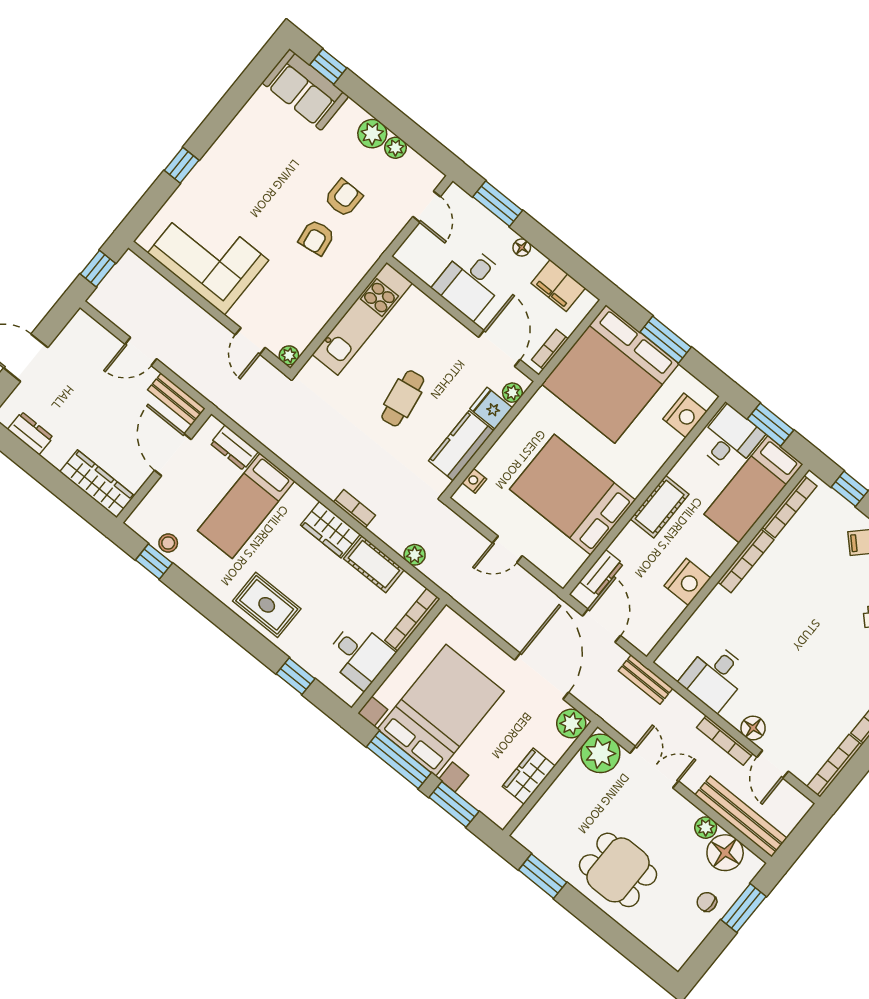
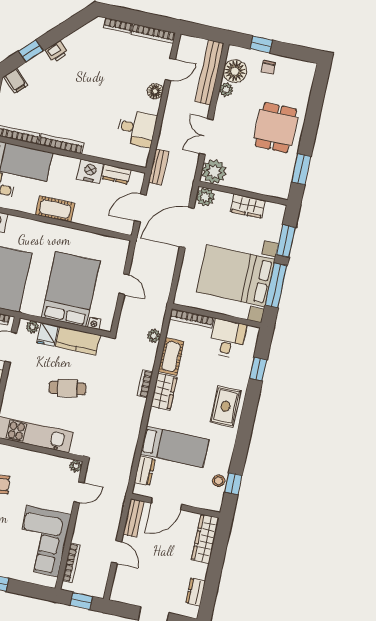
bed: (572, 495) -> (71, 289), moved, turned 180
dresser: (601, 573) -> (116, 174), moved, turned 180
bookcase: (725, 740) -> (71, 563), moved
window: (744, 908) -> (261, 44), width x0.67

